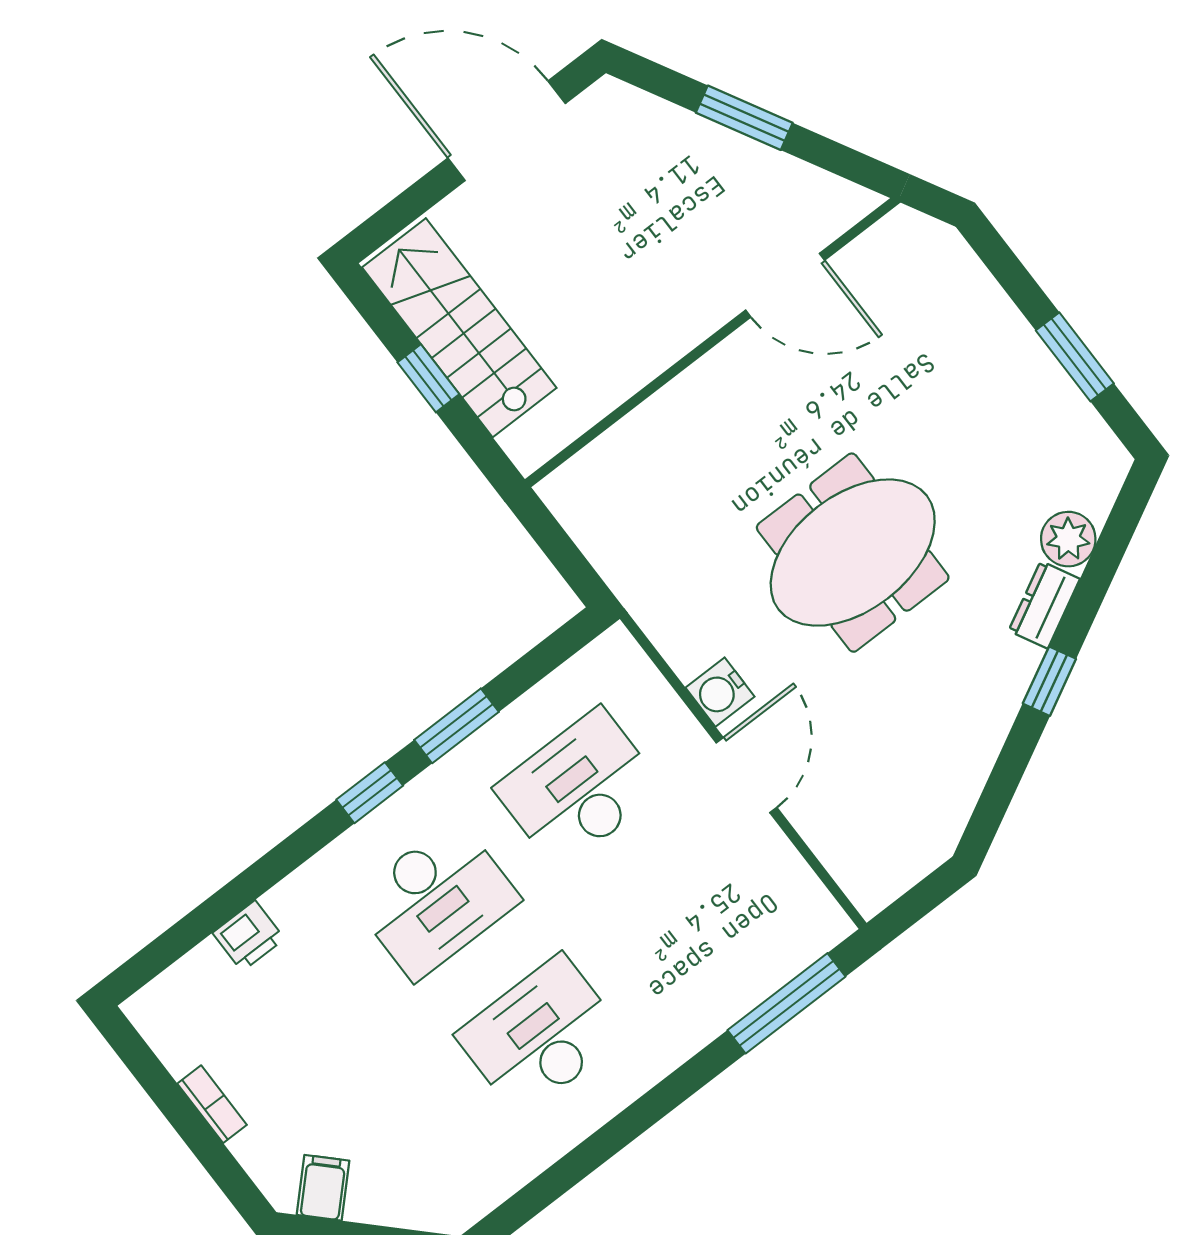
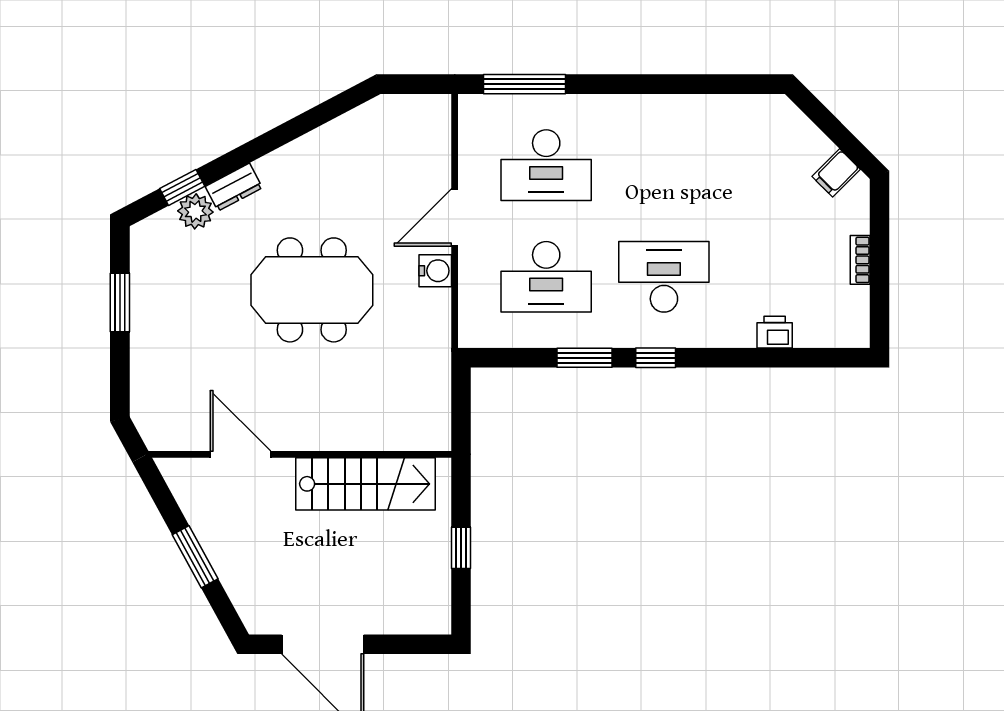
stairs: (459, 328) -> (366, 484), moved, turned -90
window: (1049, 681) -> (182, 187), moved
desk: (540, 1036) -> (546, 165), moved

